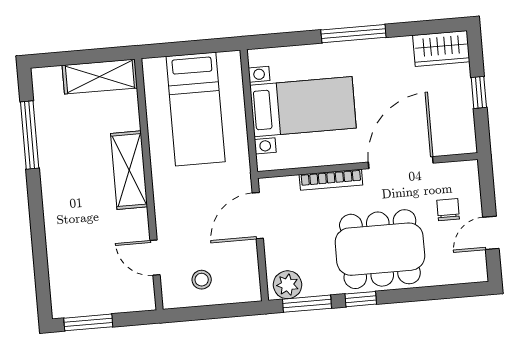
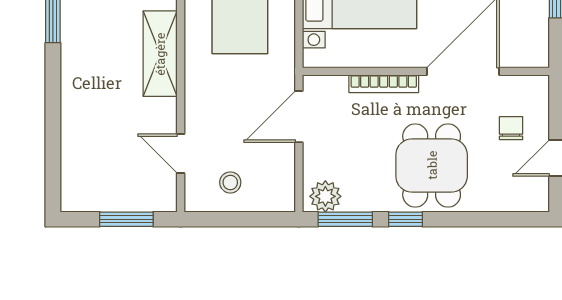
dining table: (380, 249) -> (432, 165), width x0.73
window: (88, 322) -> (126, 219), moved

